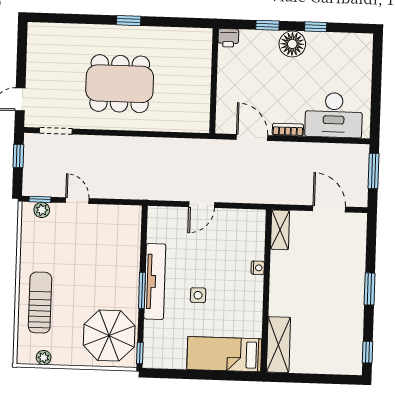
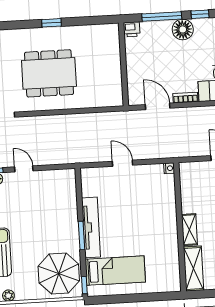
window: (268, 25) -> (162, 16), width x2.17
door: (202, 205) -> (123, 163), swing flipped
shelving: (280, 230) -> (189, 230), moved
nightstand: (258, 268) -> (169, 168), moved
side table: (198, 295) -> (126, 235), removed
bed: (224, 354) -> (115, 271), moved, turned 180

